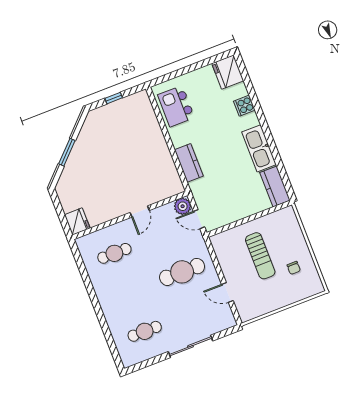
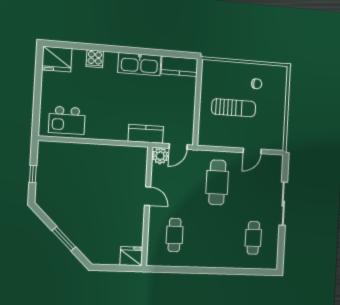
kitchen counter: (189, 163) -> (146, 134), moved

